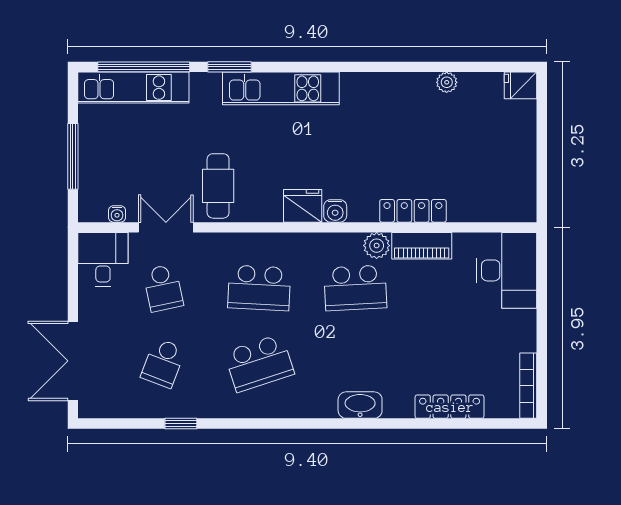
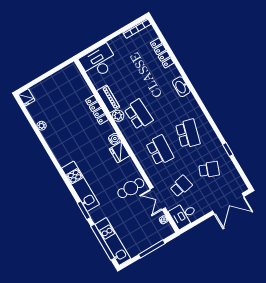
school desk: (259, 363) -> (188, 134), turned 33

